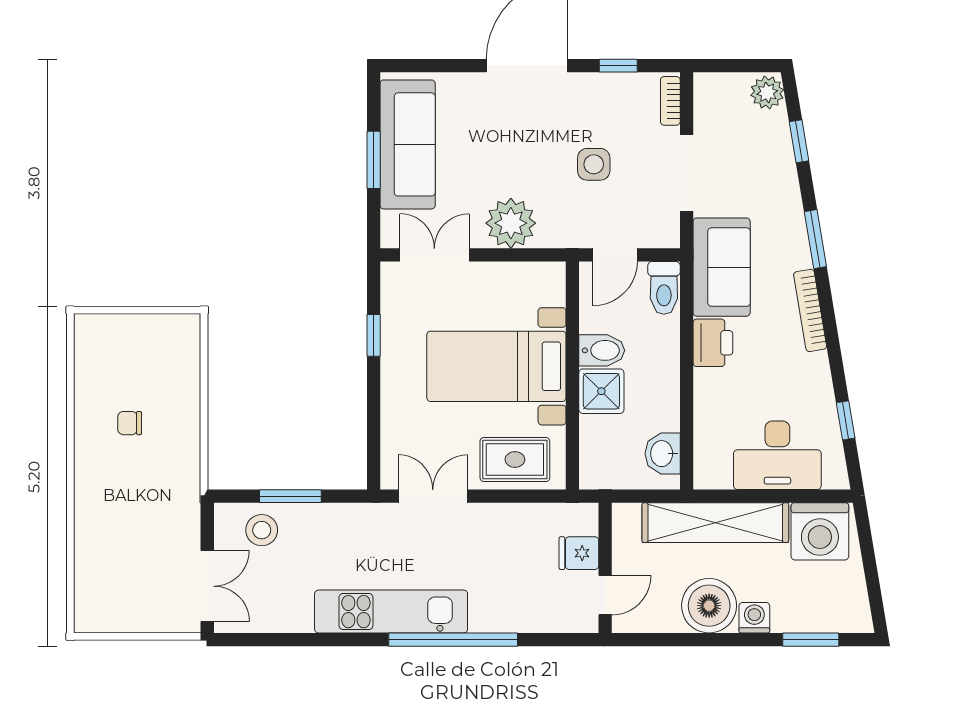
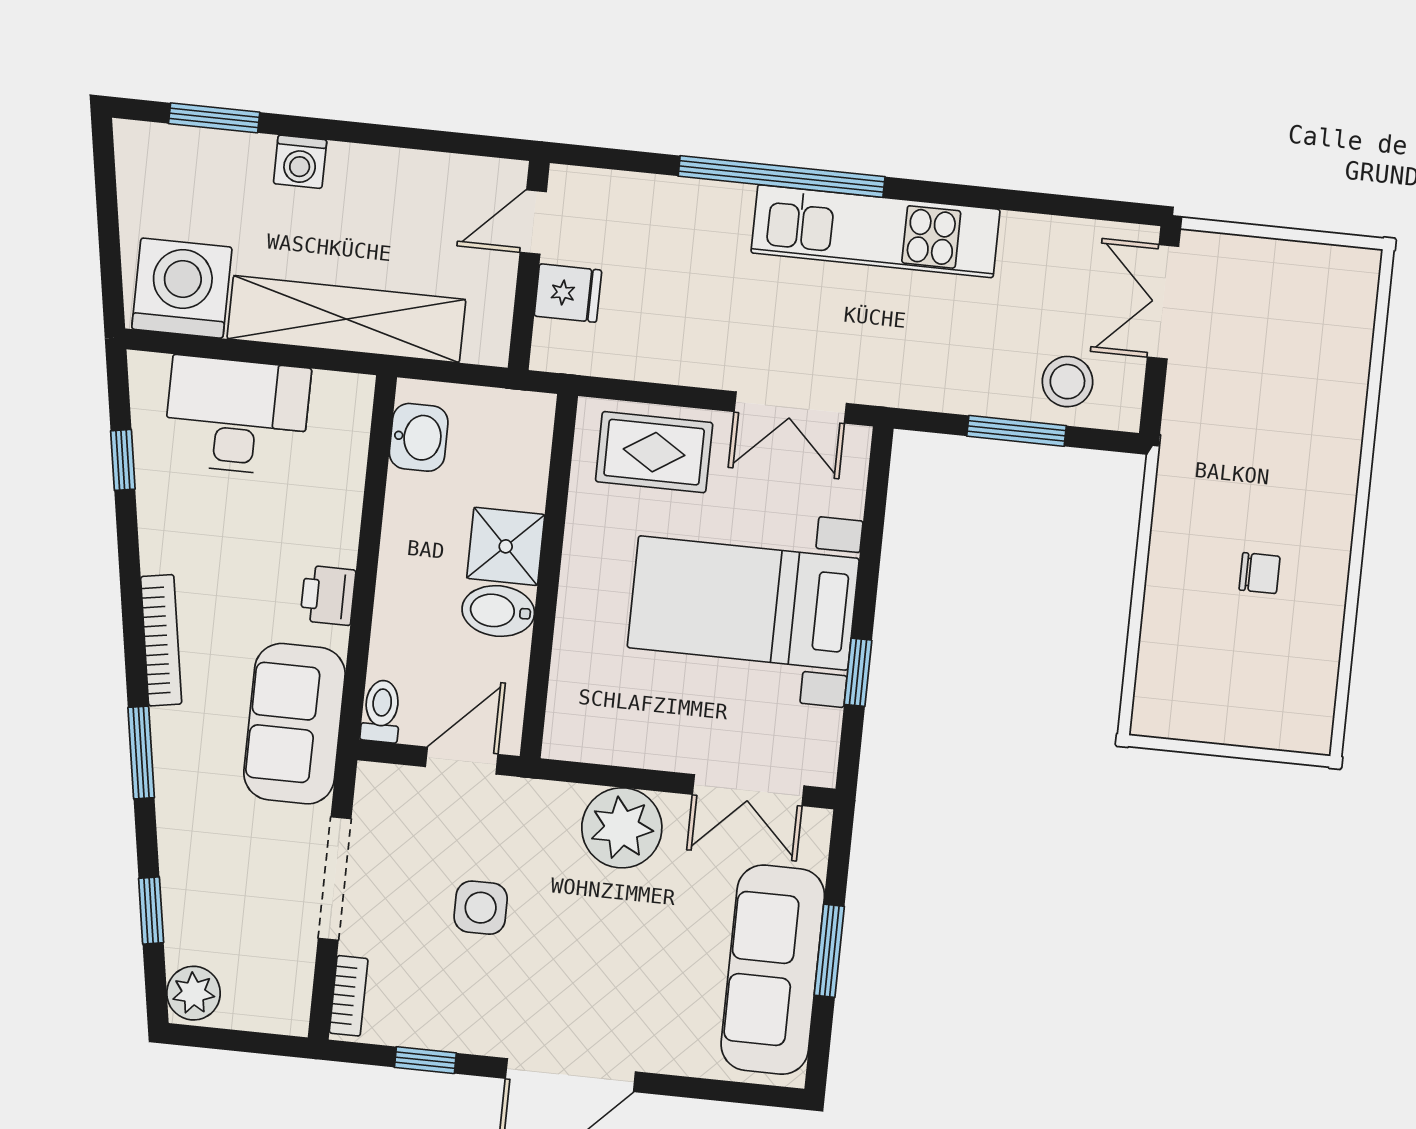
toilet: (664, 288) -> (381, 711), width x0.73, depth x0.72
printer: (713, 343) -> (328, 595), width x0.73, depth x0.81
bed with nightstands: (496, 366) -> (743, 603), moved, turned 180
boiler: (709, 606) -> (370, 188), removed

